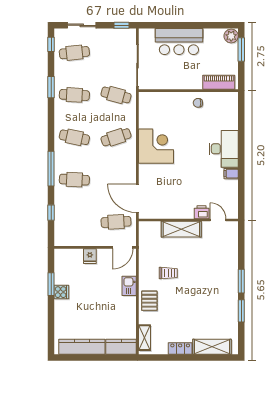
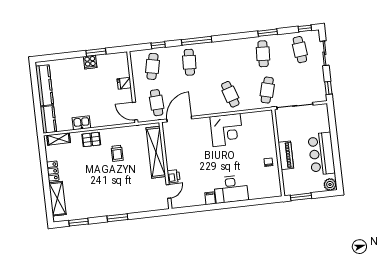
bar counter: (179, 42) -> (322, 154), moved
window: (241, 50) -> (301, 197), moved
piano: (219, 82) -> (286, 155), moved
cafe table: (74, 137) -> (152, 66), moved
shelving: (181, 229) -> (156, 152), width x1.47
kitchen sink: (129, 286) -> (81, 123), moved
window: (241, 311) -> (79, 222), moved

